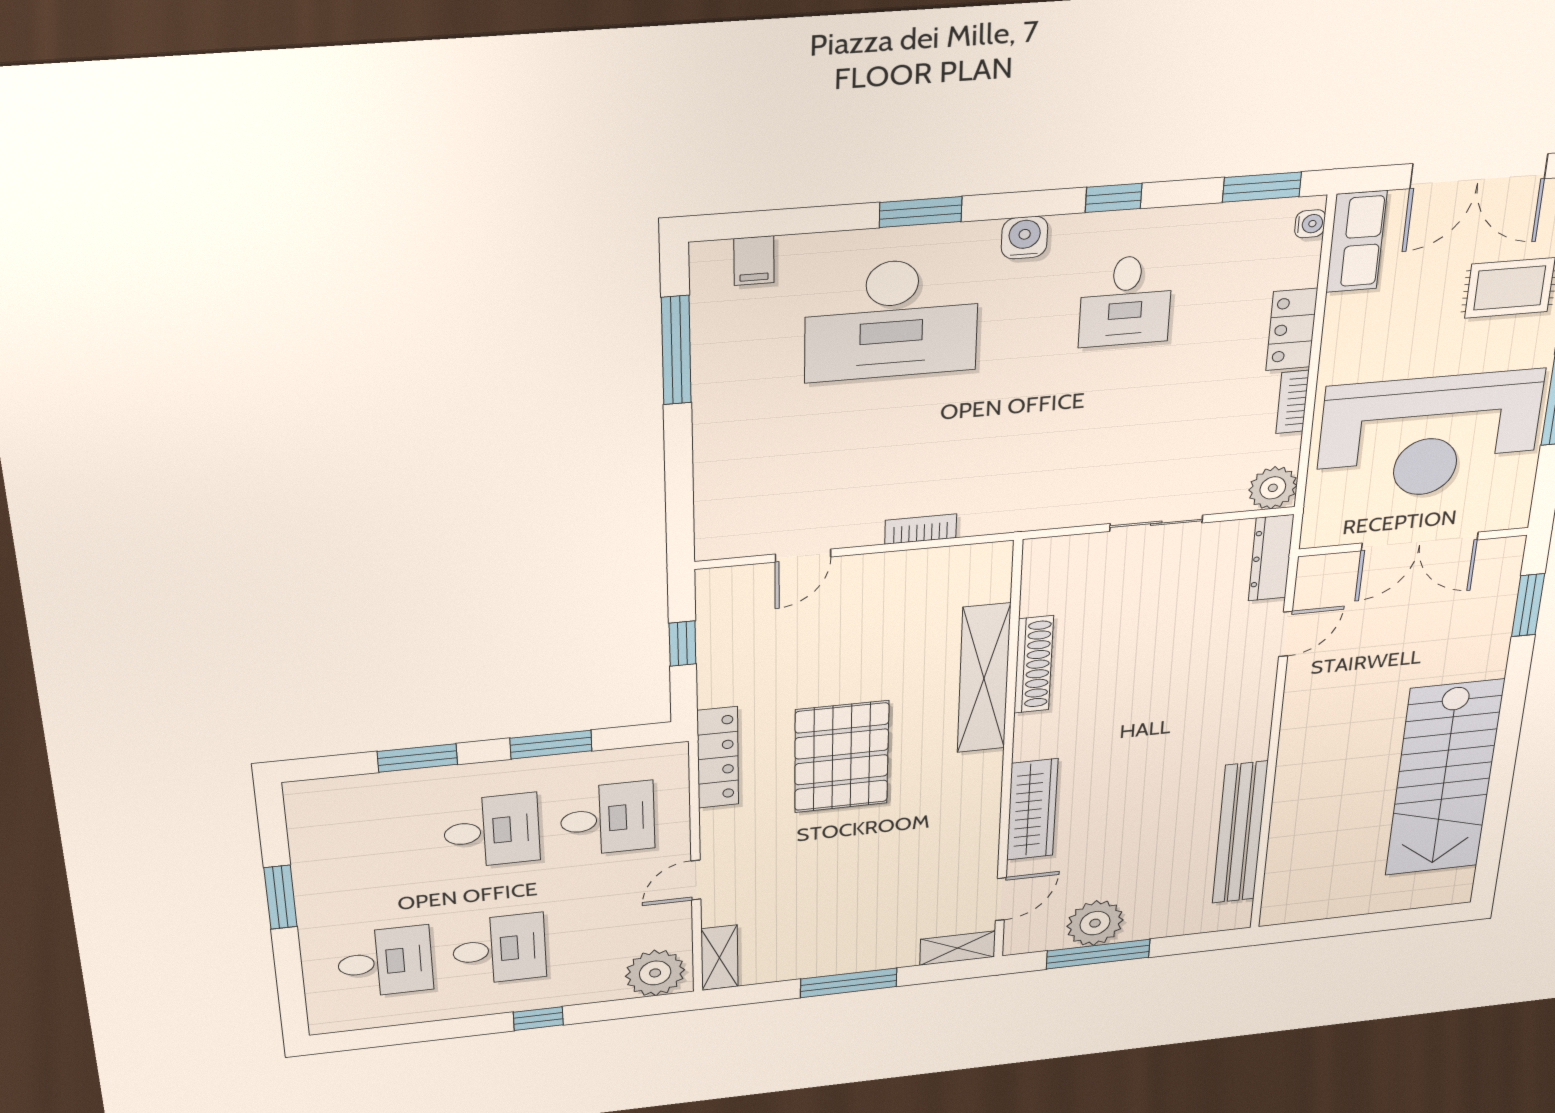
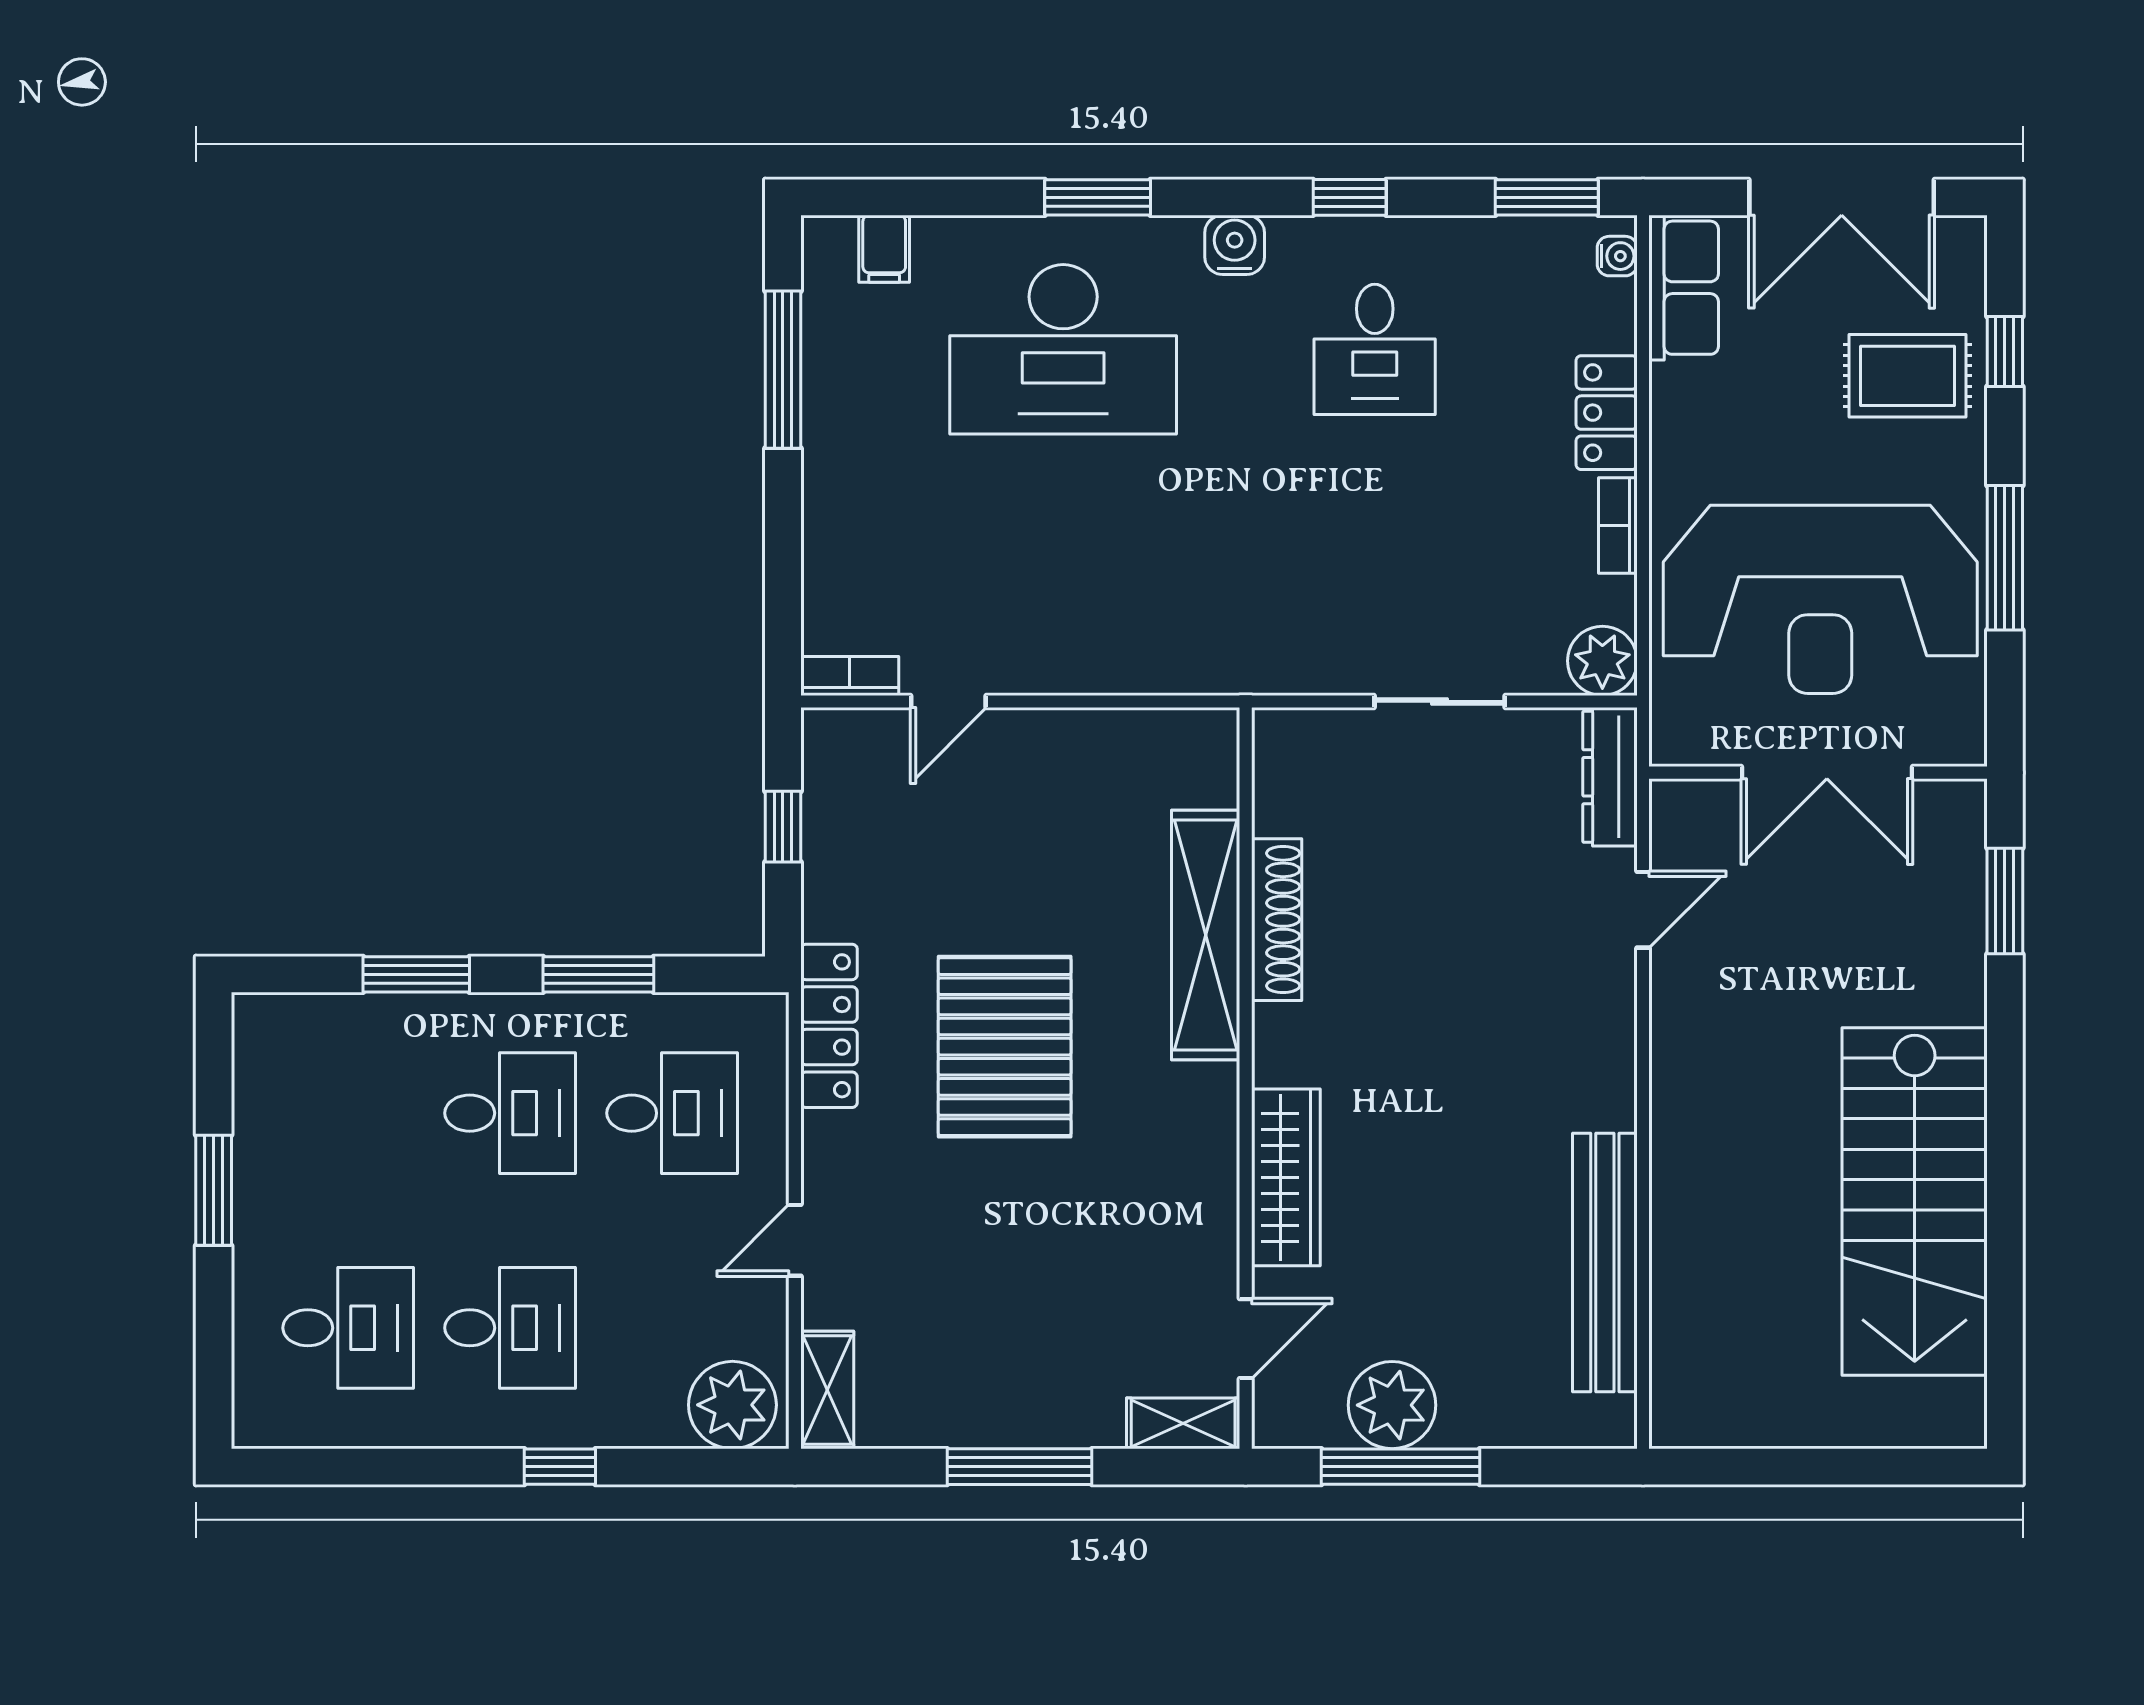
bookcase: (921, 529) -> (850, 676), moved

